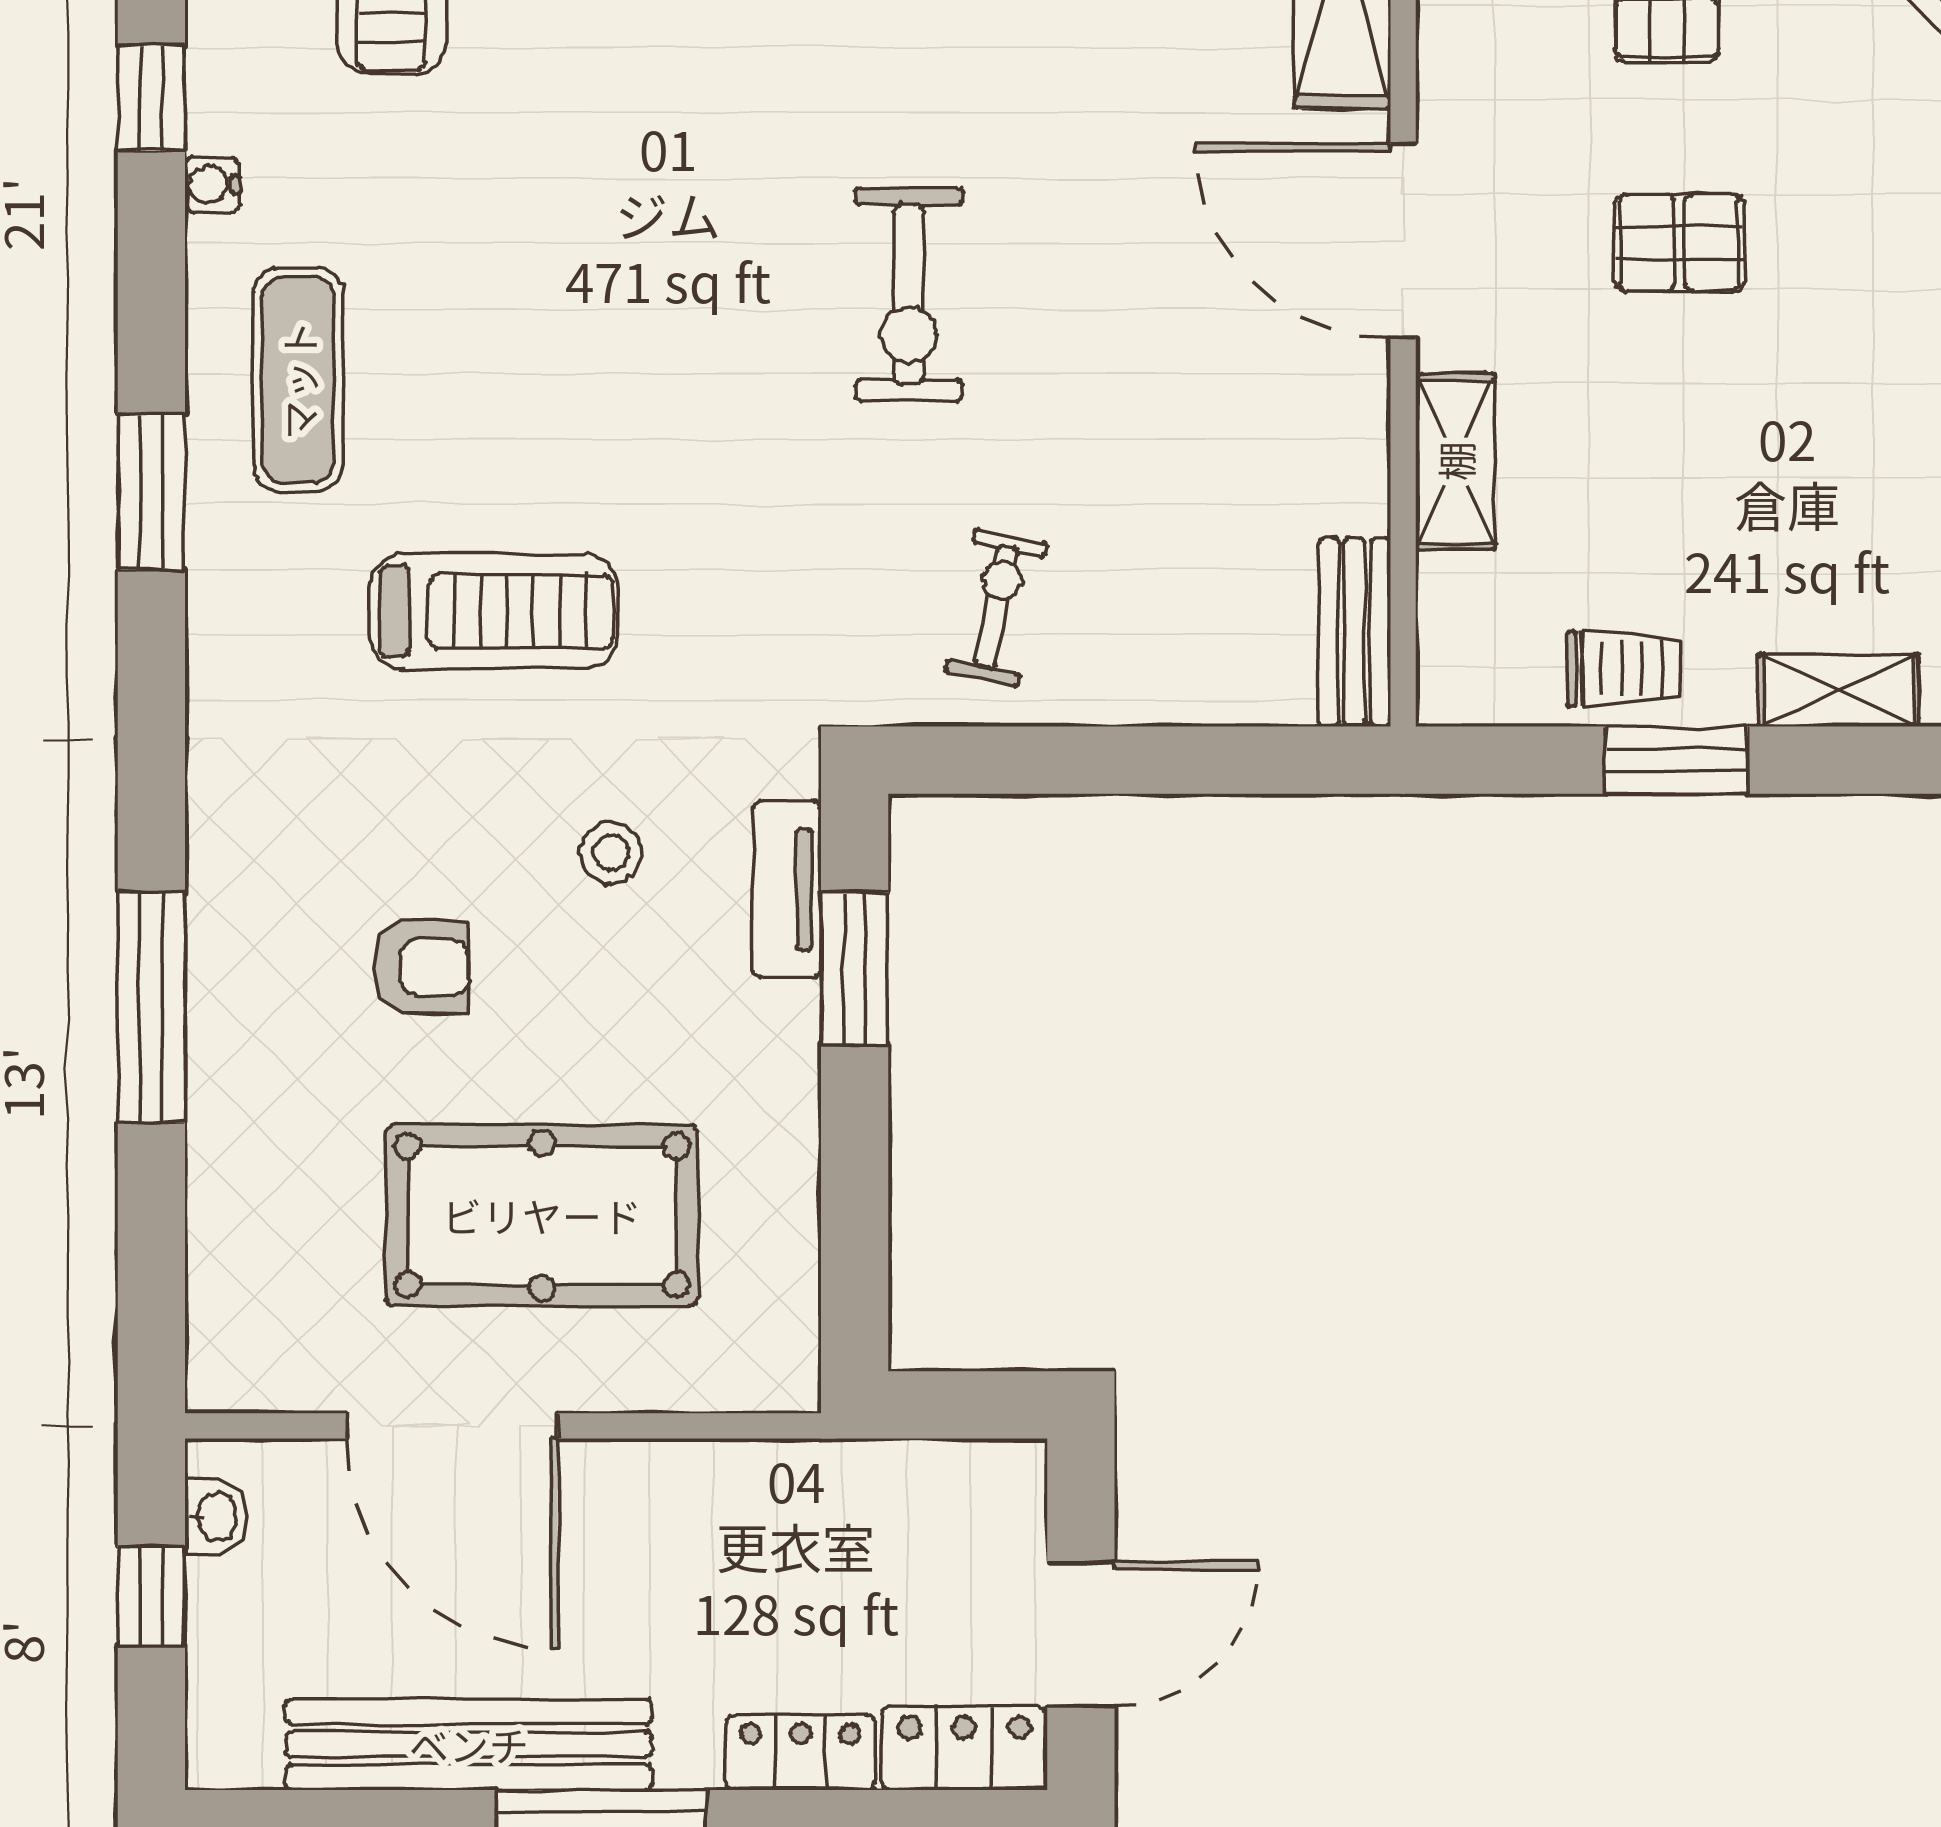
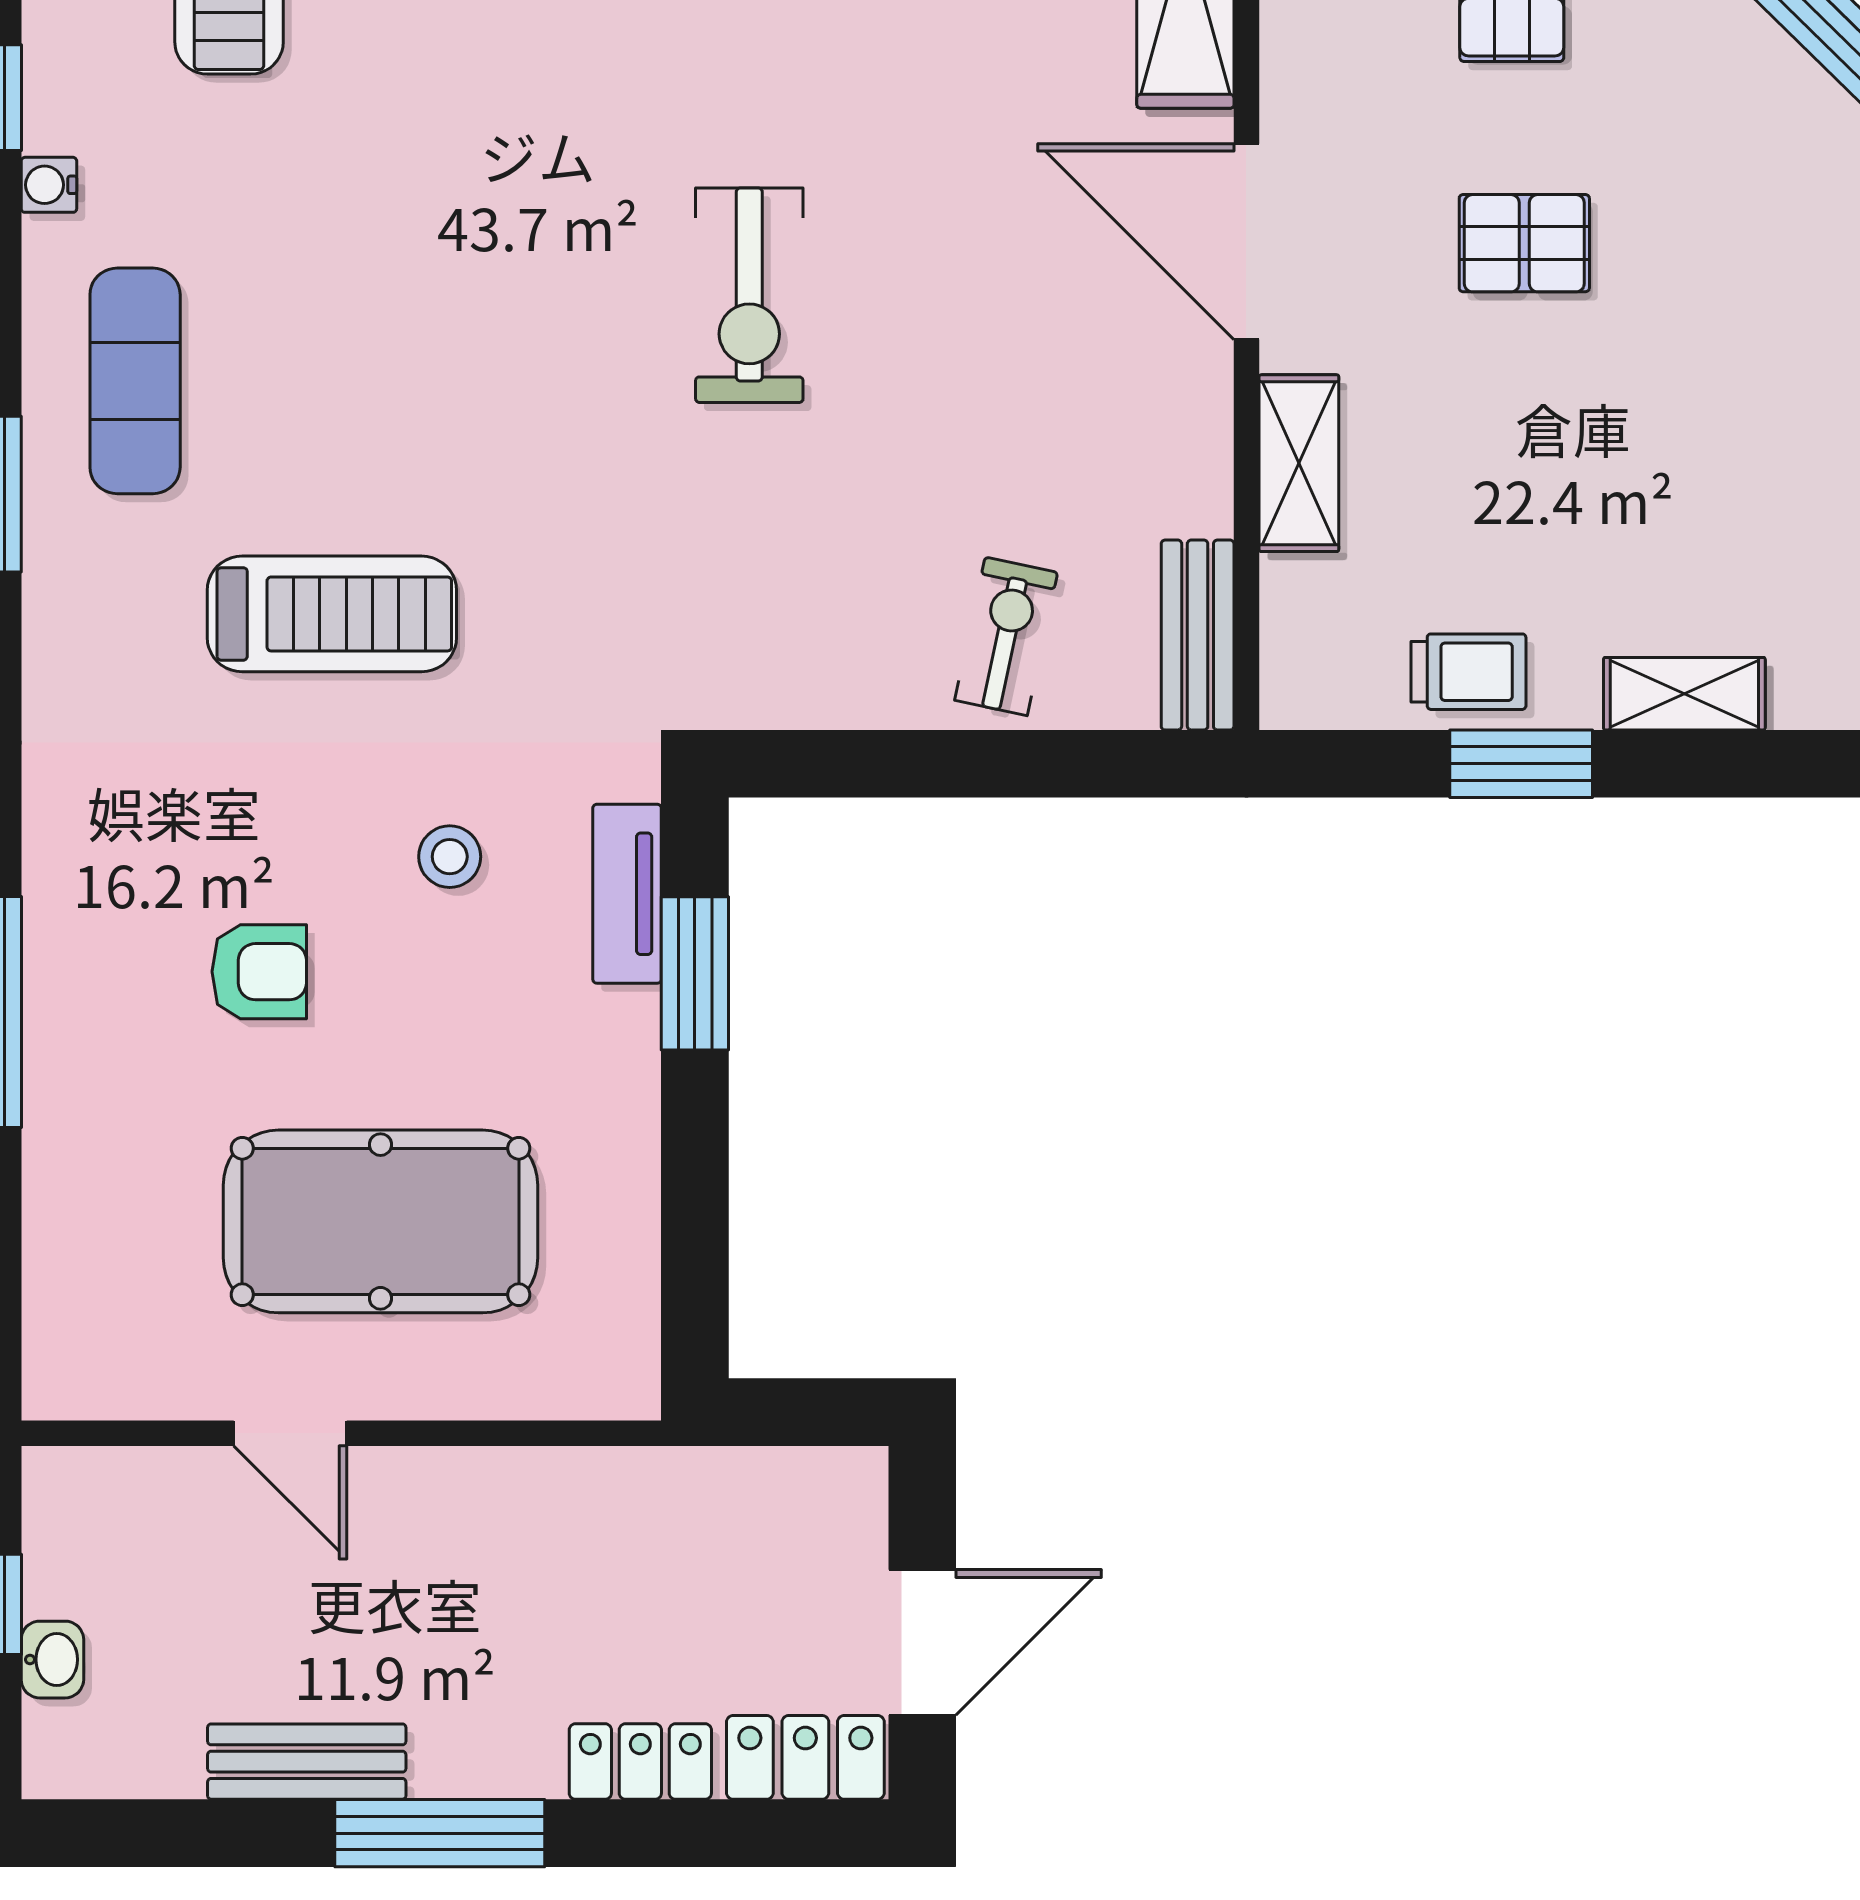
exercise bike: (996, 607) -> (1006, 636), moved
door: (452, 1426) -> (290, 1433), width x0.53
washbasin: (216, 1517) -> (52, 1660), moved
bench: (469, 1744) -> (307, 1762), width x0.54, depth x0.82

